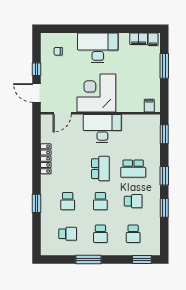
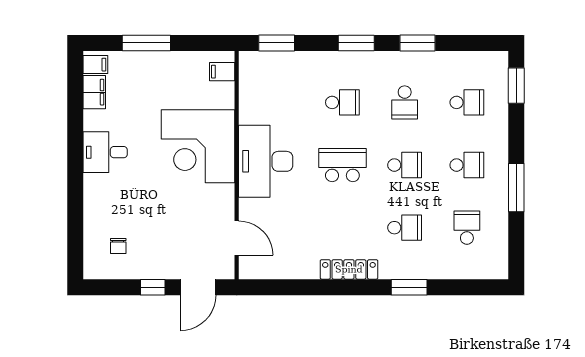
desk: (98, 48) -> (105, 152), width x0.53, depth x0.77
corner desk: (96, 93) -> (198, 146), moved
locker: (46, 159) -> (349, 269), moved
school desk: (133, 169) -> (342, 102), width x0.54
school desk: (133, 201) -> (405, 102), turned 180

